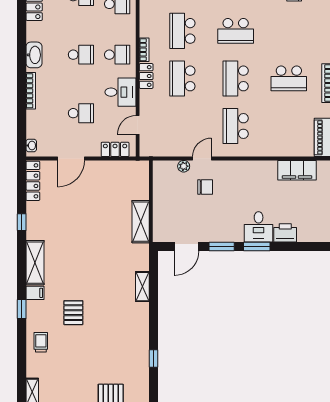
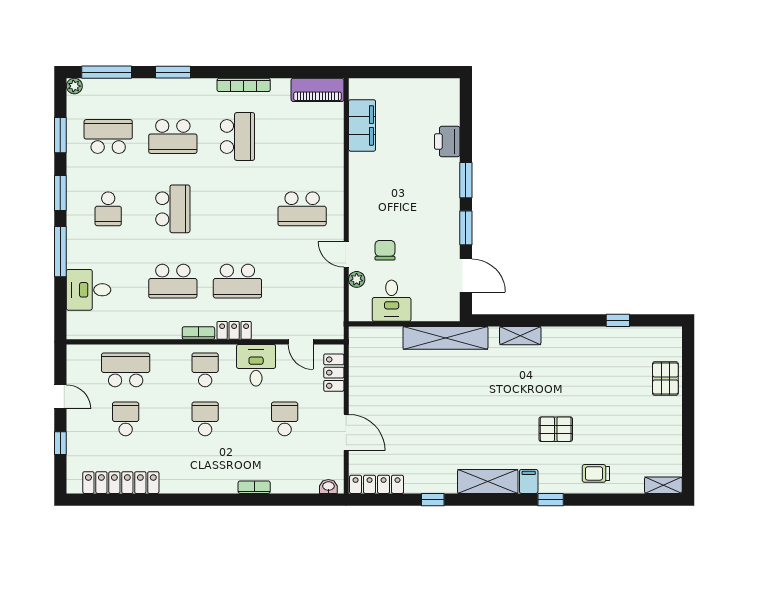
washbasin: (34, 55) -> (205, 483), removed
school desk: (236, 78) -> (173, 137), moved
bookcase: (31, 91) -> (254, 487), width x0.64
shelving: (141, 222) -> (445, 338), width x1.47
desk: (259, 227) -> (392, 301), moved, turned 90

